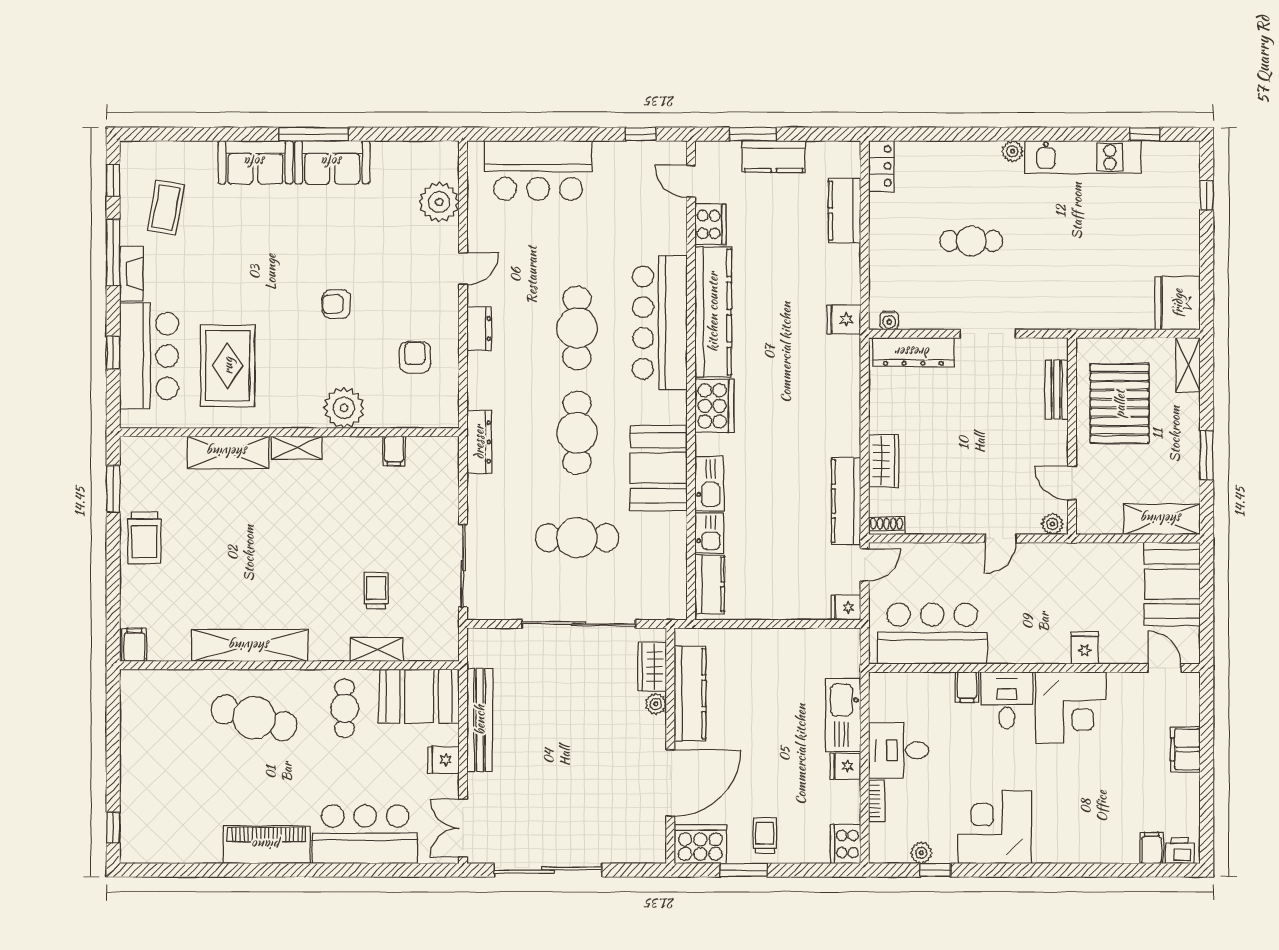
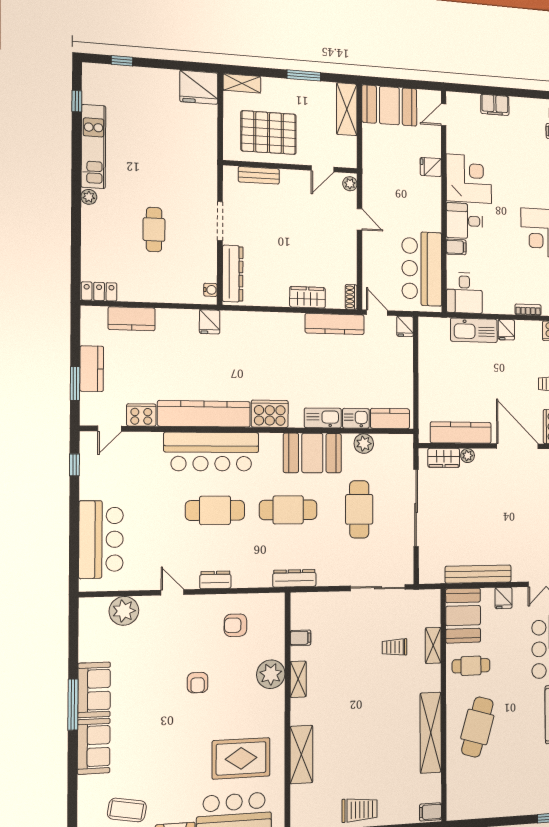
shelving: (297, 448) -> (298, 679), moved
plant: (673, 545) -> (364, 444), added
desk: (899, 750) -> (464, 293), moved

